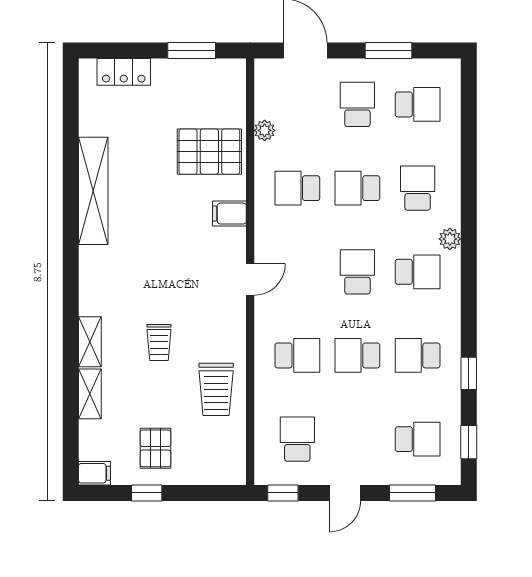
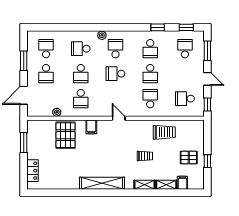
school desk: (357, 104) -> (46, 74), turned -90
shelving: (93, 191) -> (102, 183), moved
filing cabinet: (94, 473) -> (182, 183), moved

